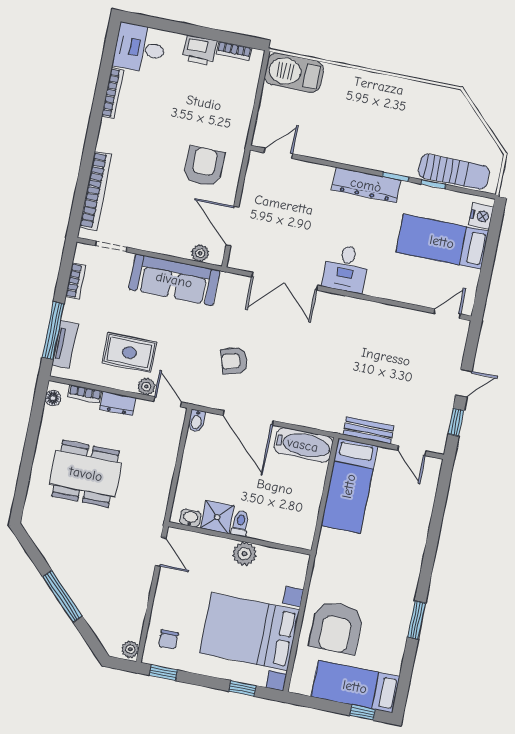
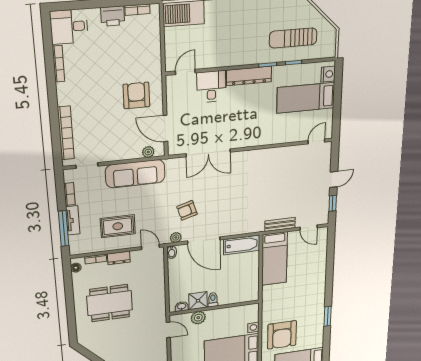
sun lounger: (454, 172) -> (293, 38), moved, turned 180
desk: (346, 268) -> (211, 87), moved, turned 180
tv unit: (65, 344) -> (73, 220), moved
plant: (146, 387) -> (176, 237), moved
plant: (244, 554) -> (198, 318), moved

